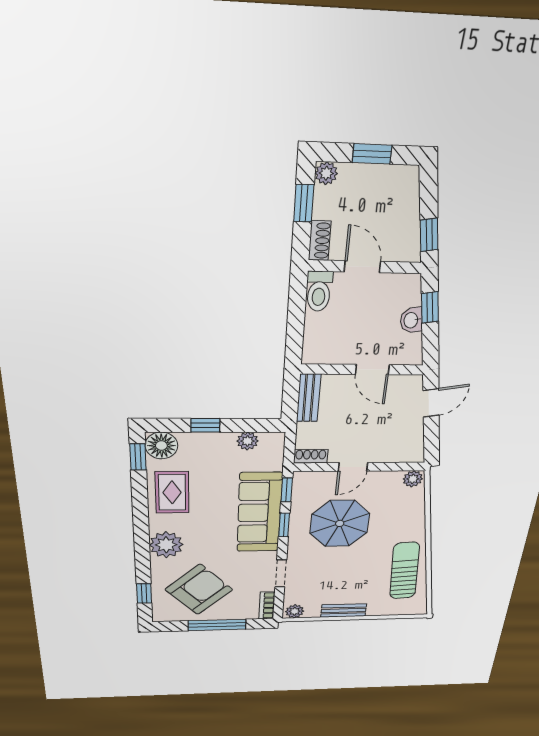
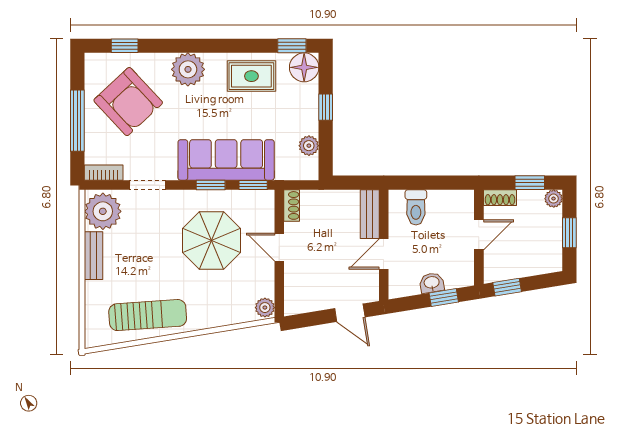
toilet: (319, 291) -> (416, 207), moved, turned -90
bench: (309, 398) -> (370, 214), moved, turned 90
plant: (295, 611) -> (103, 211), width x1.88, depth x1.88

